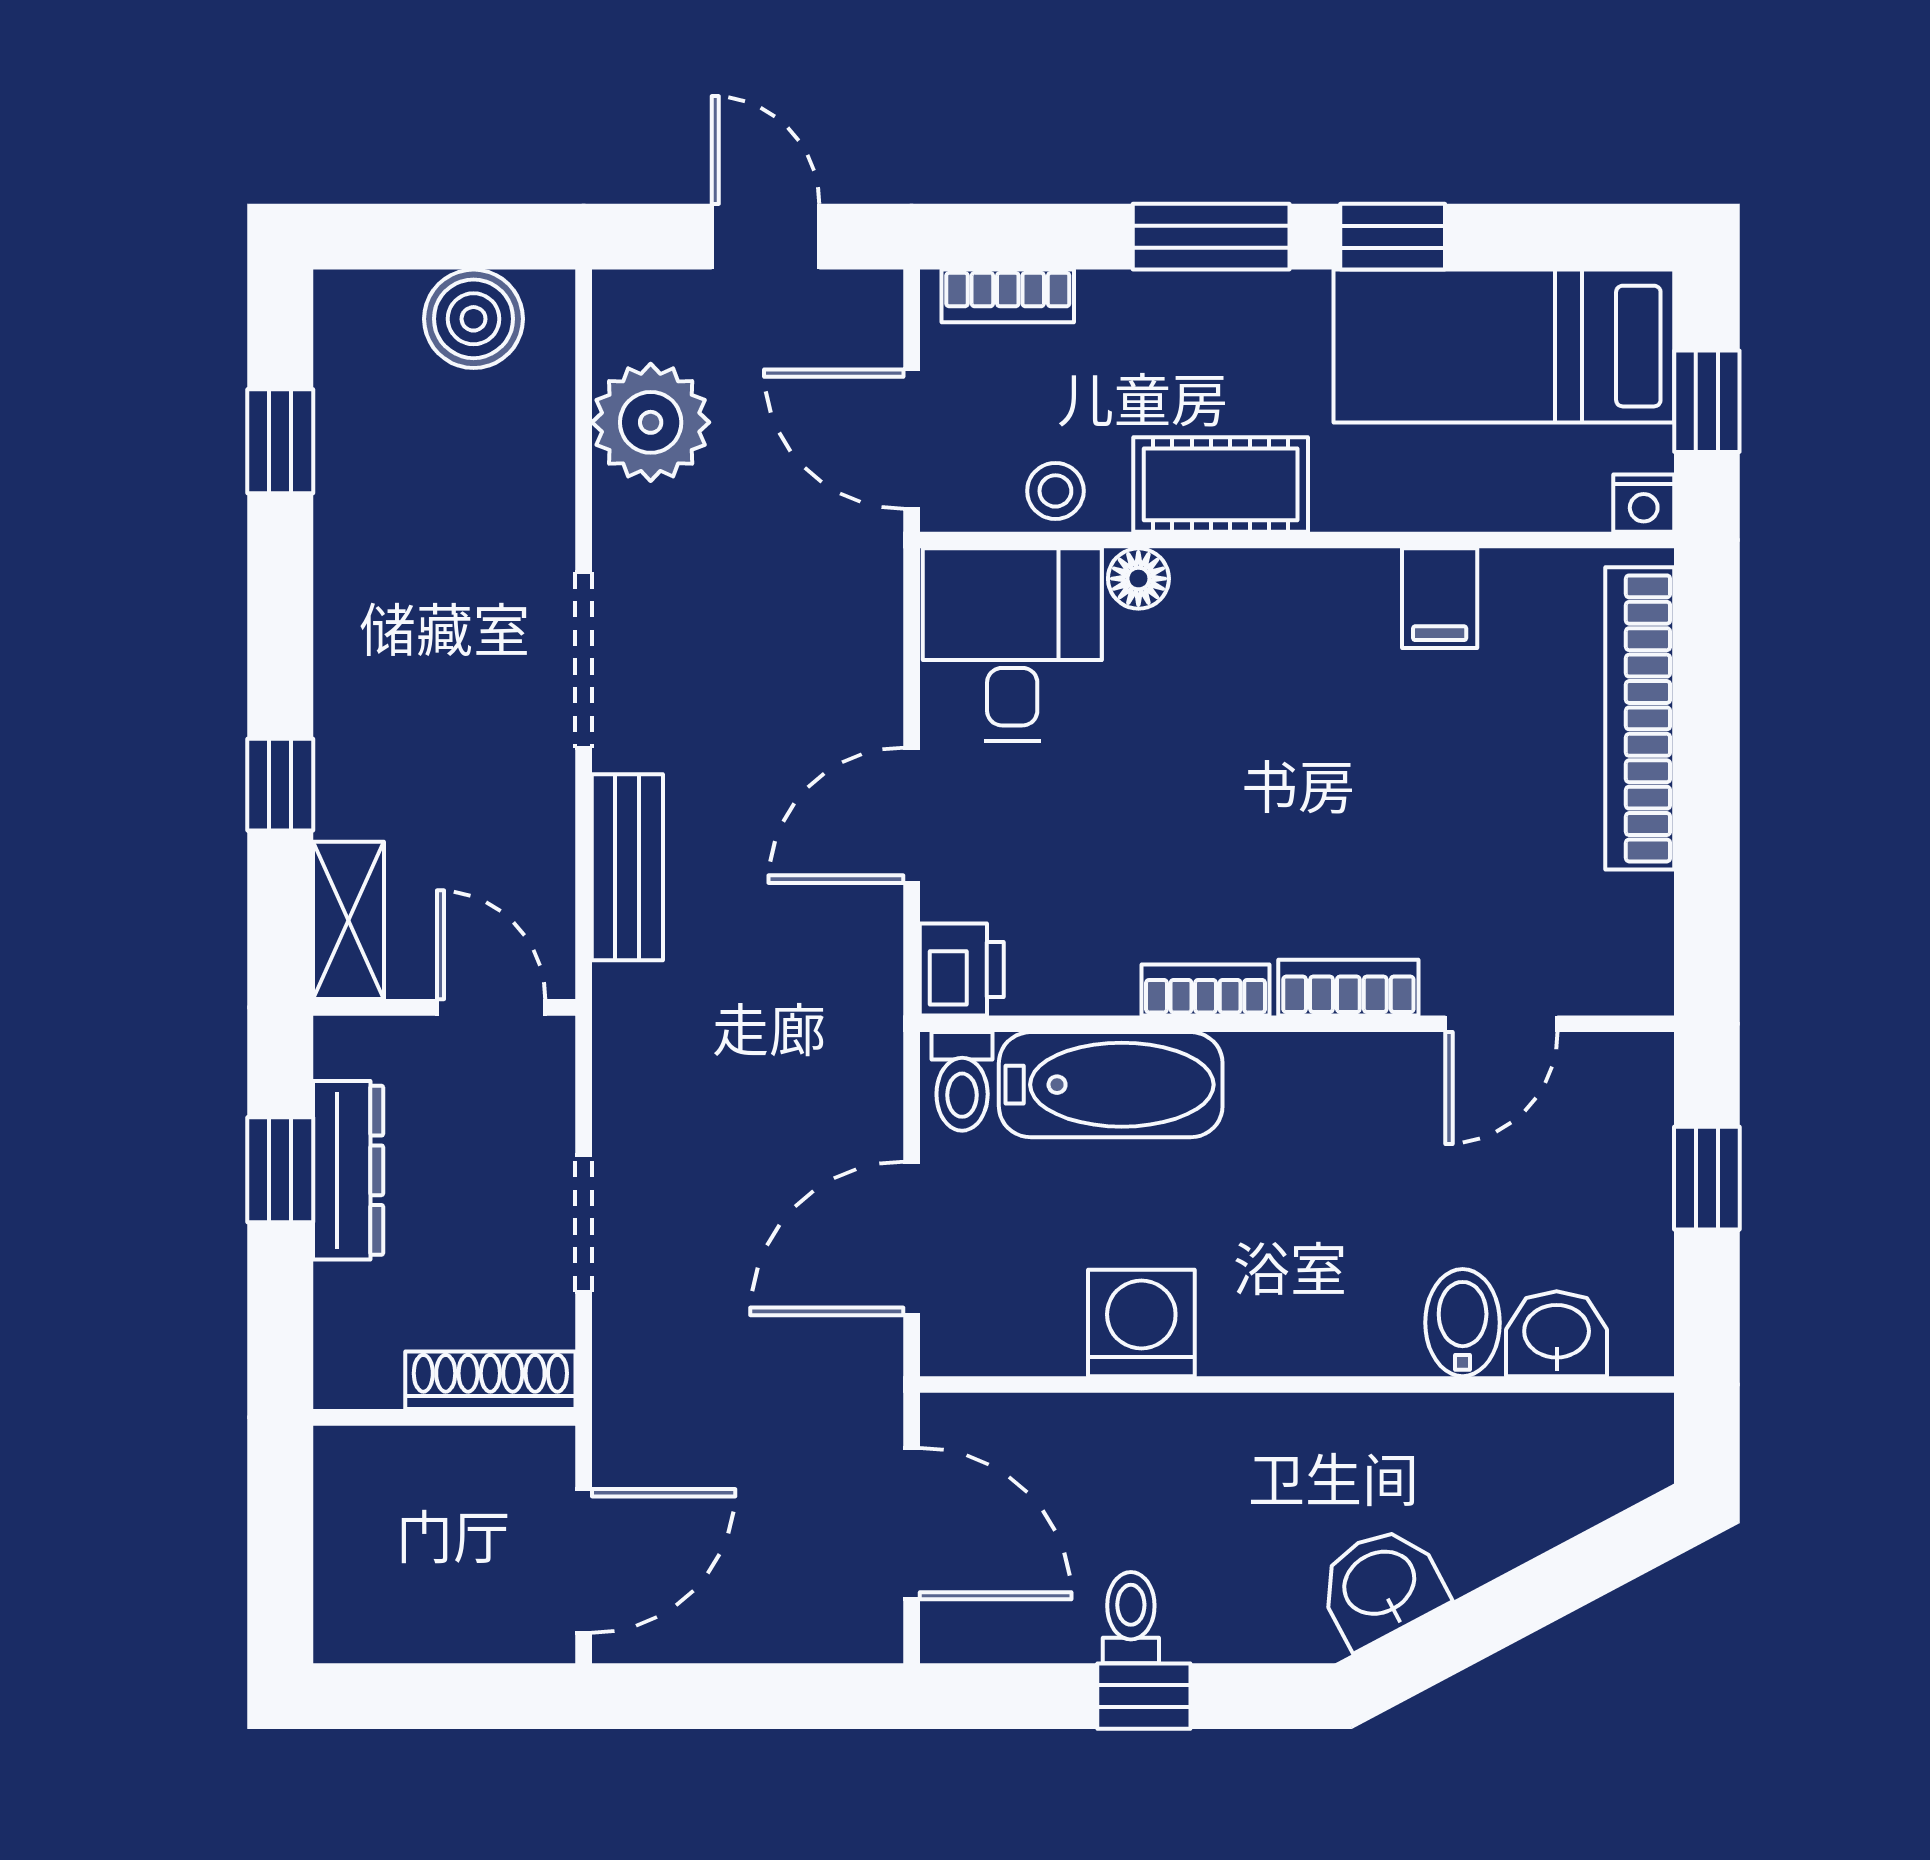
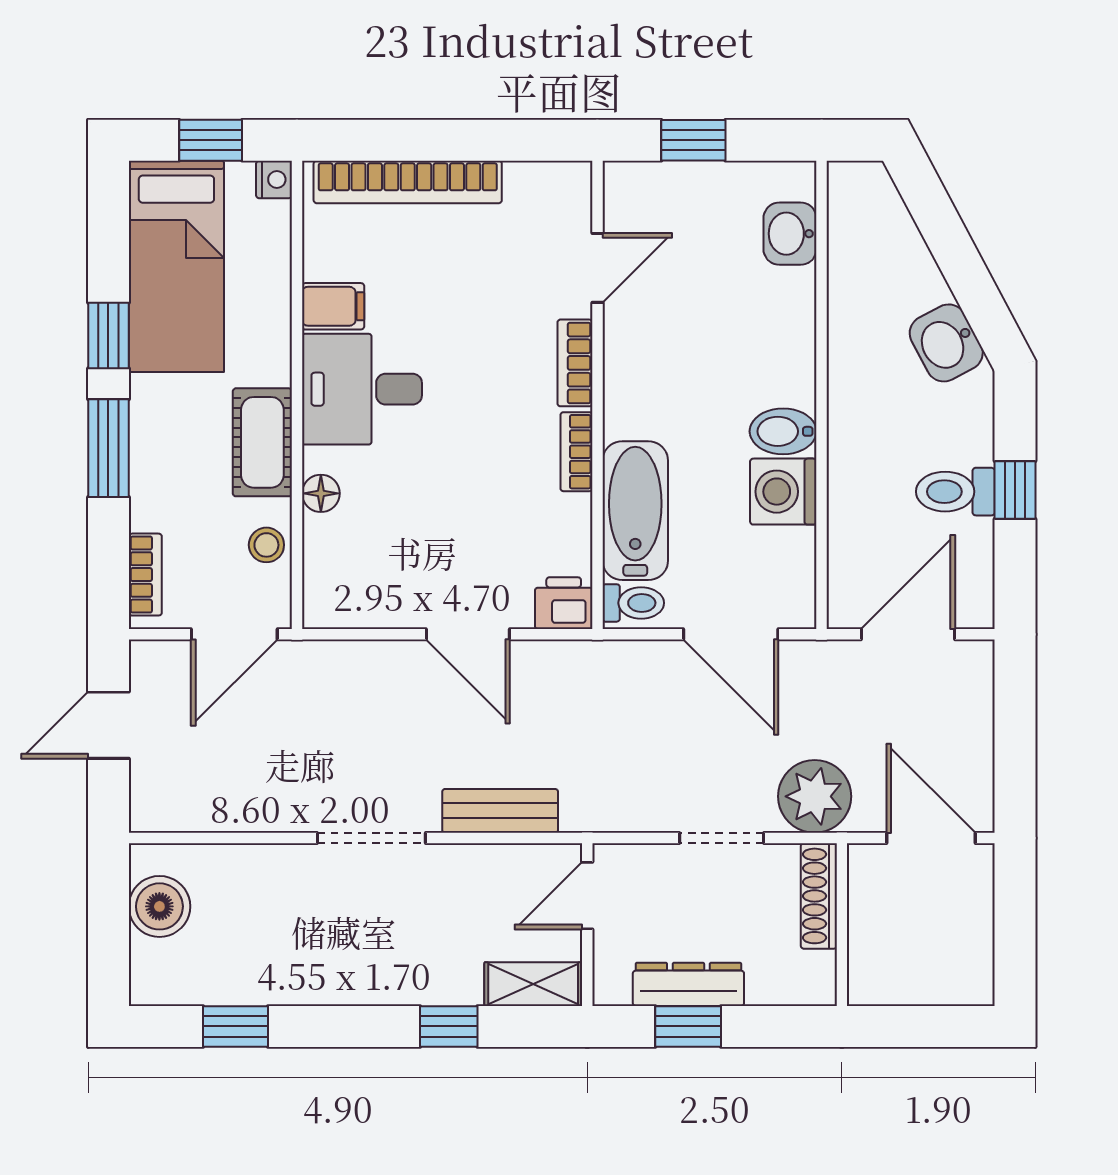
plant: (651, 422) -> (815, 796), moved
desk: (1012, 645) -> (362, 389), moved
door: (1501, 1024) -> (597, 268), hinge flipped
bidet: (1463, 1323) -> (783, 431), moved
toilet: (1131, 1618) -> (955, 492), width x1.37, depth x1.39

